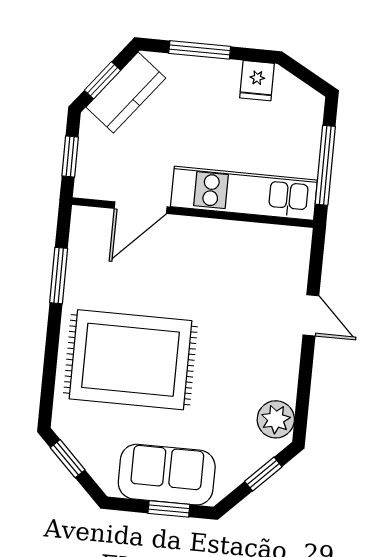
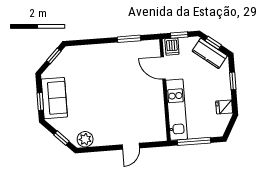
window: (200, 50) -> (233, 81), width x0.67
dishwasher: (94, 178) -> (172, 47), added
rug: (130, 360) -> (99, 75), removed

